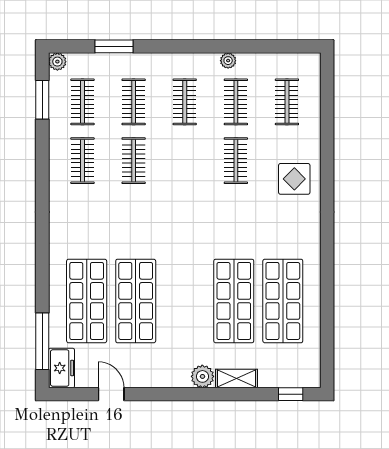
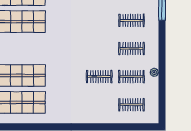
clothes rail: (134, 161) -> (99, 20), removed
display table: (294, 179) -> (89, 109), removed

